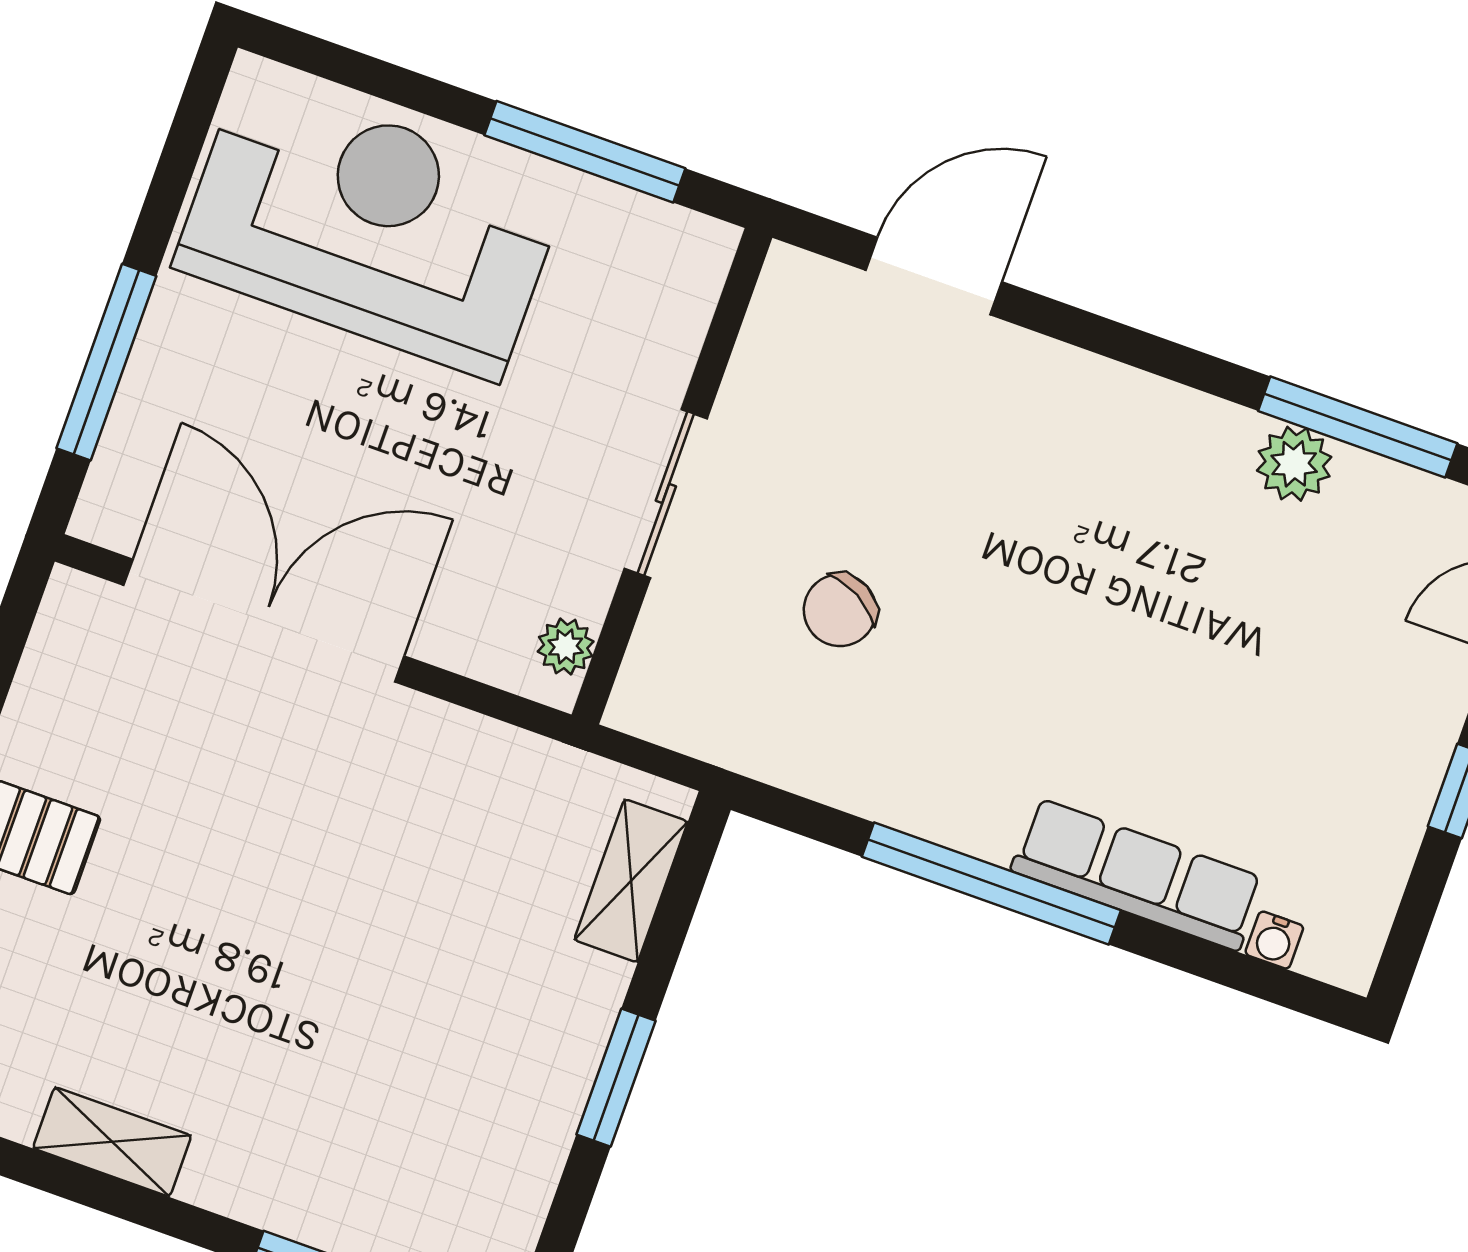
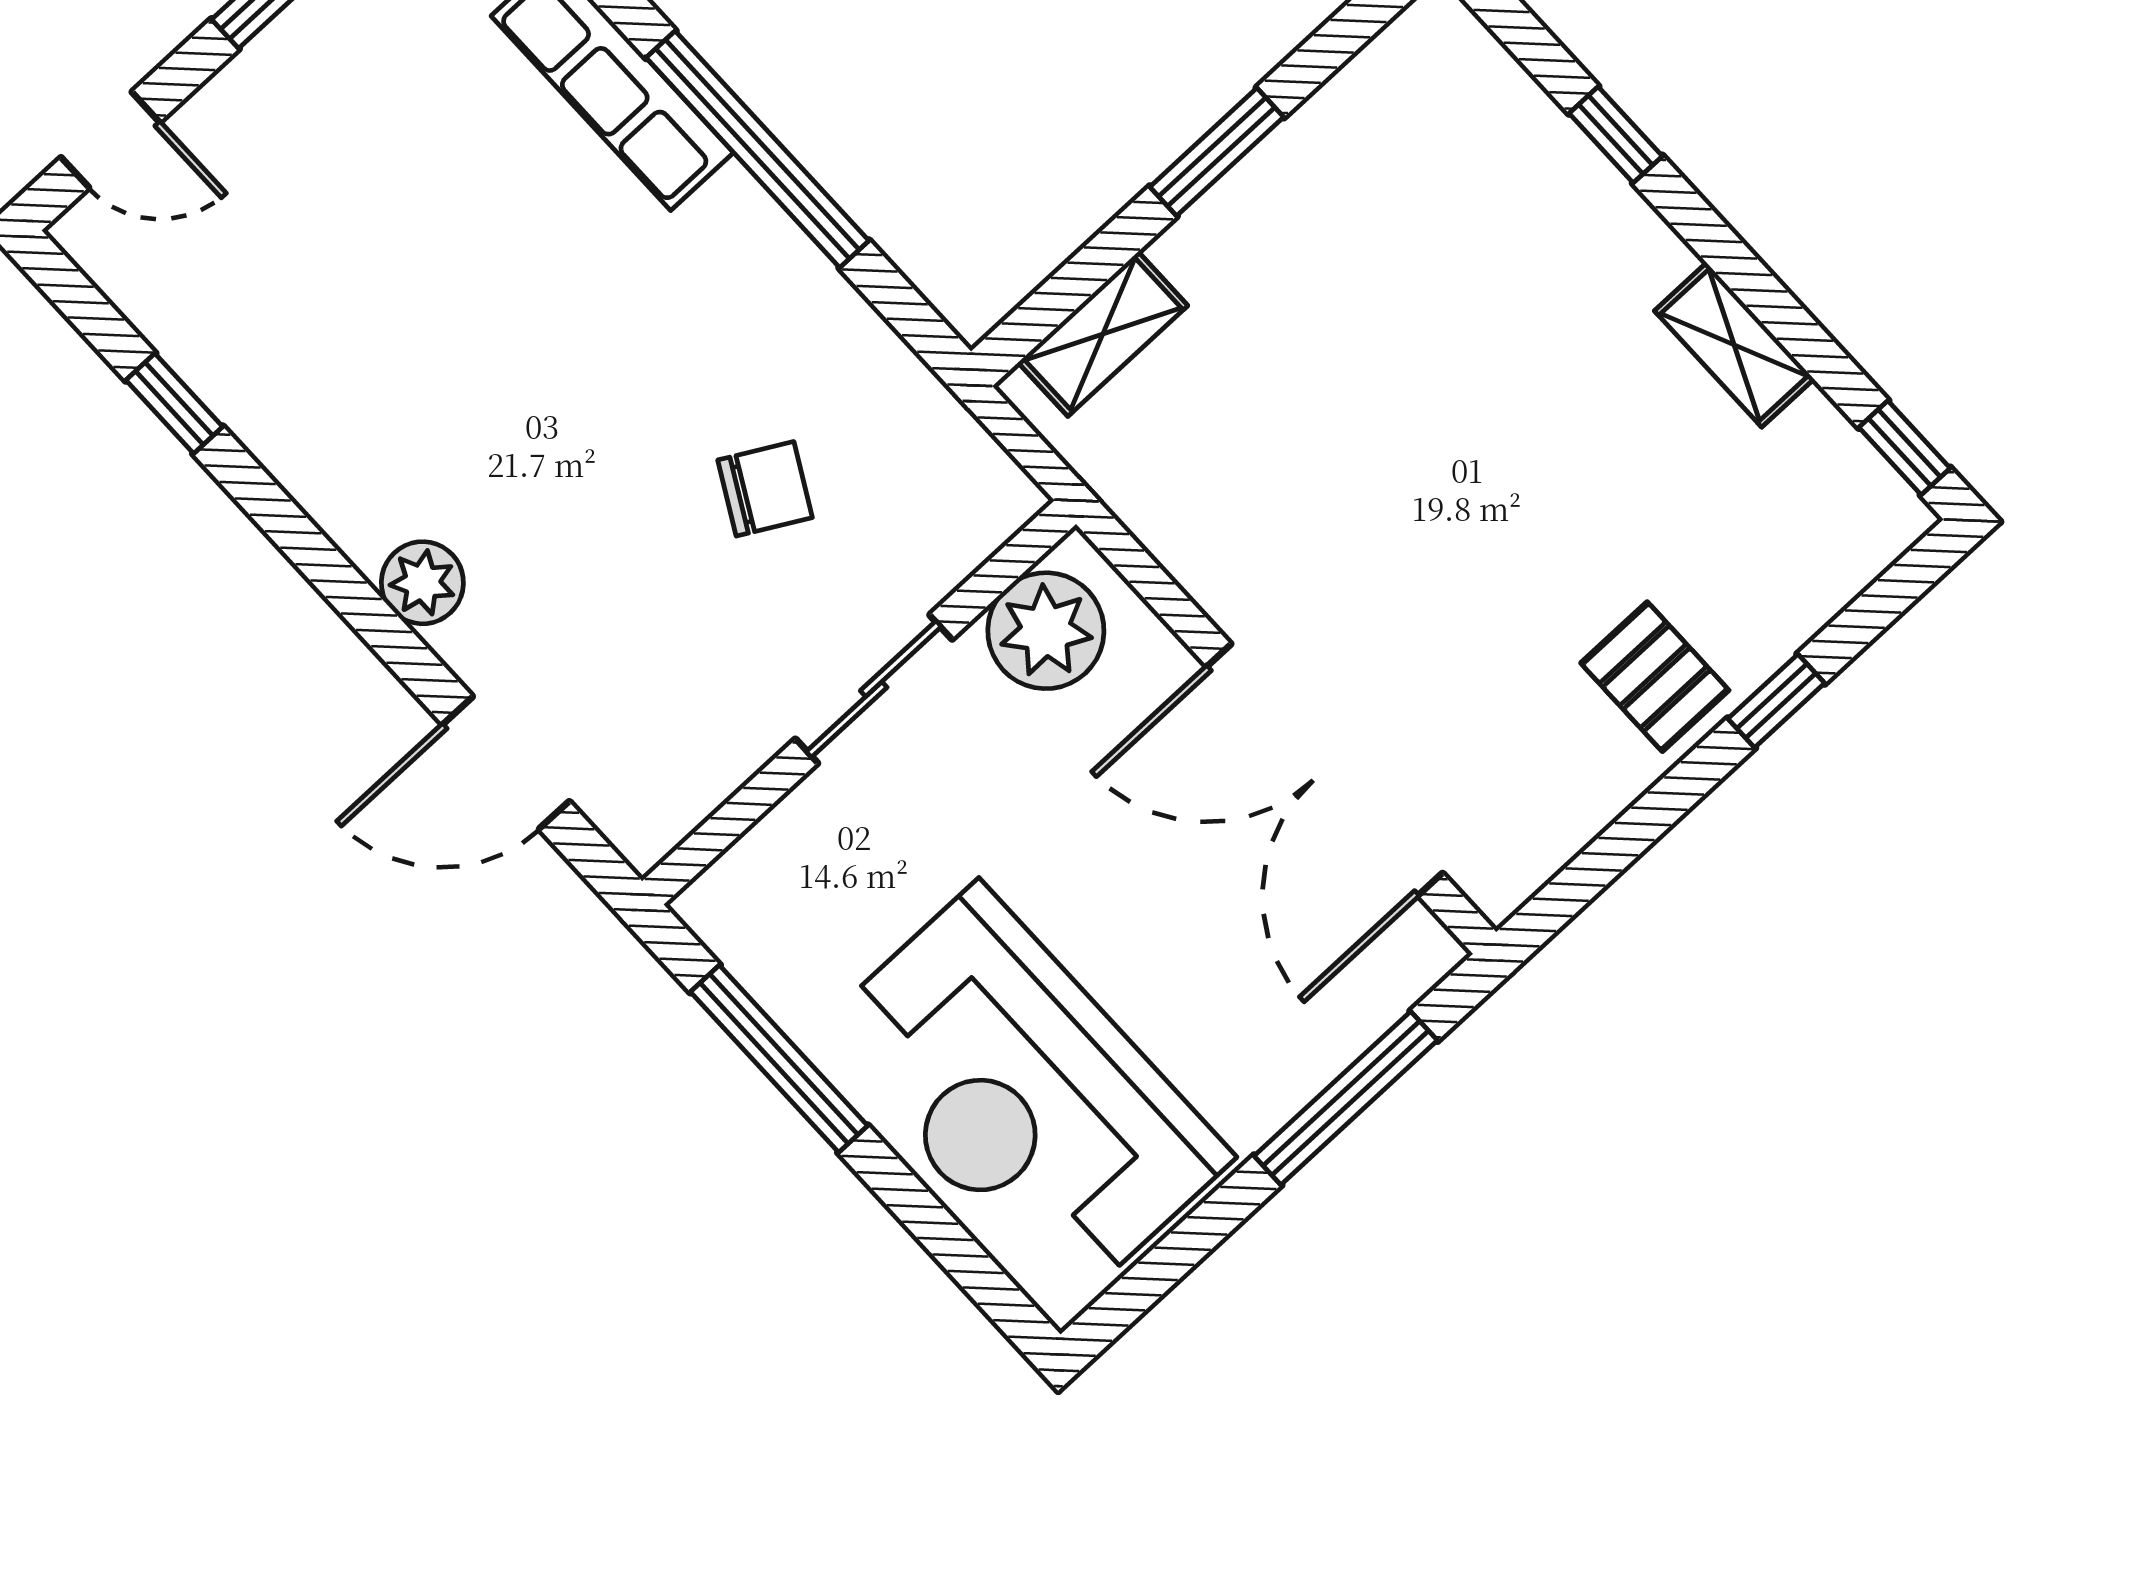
window: (1358, 427) -> (174, 403), width x0.46
plant: (1294, 464) -> (422, 583), moved
plant: (566, 646) -> (1046, 631), width x1.88, depth x1.88

